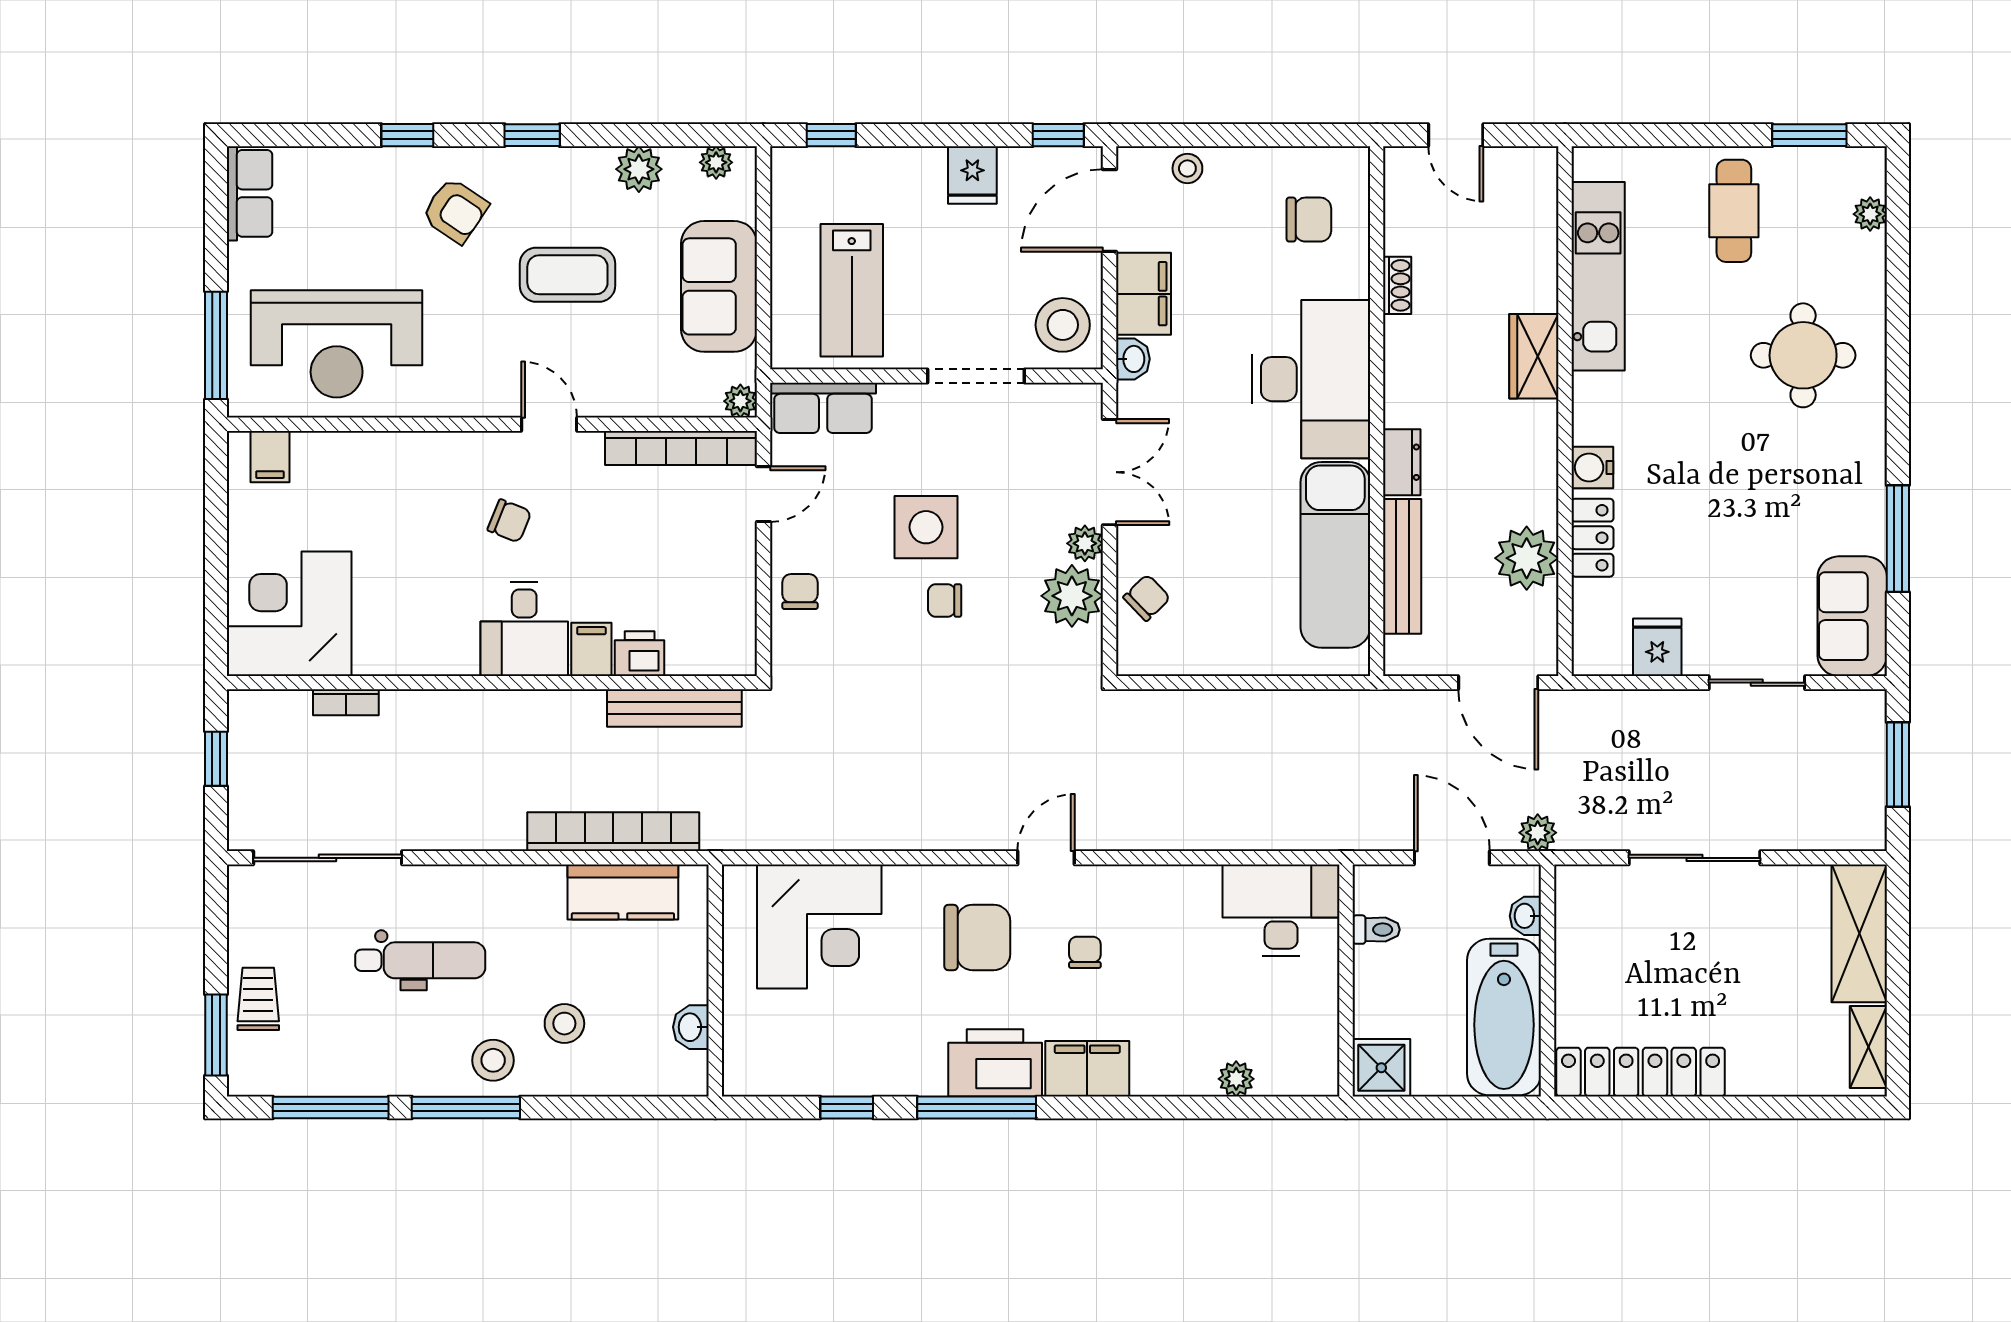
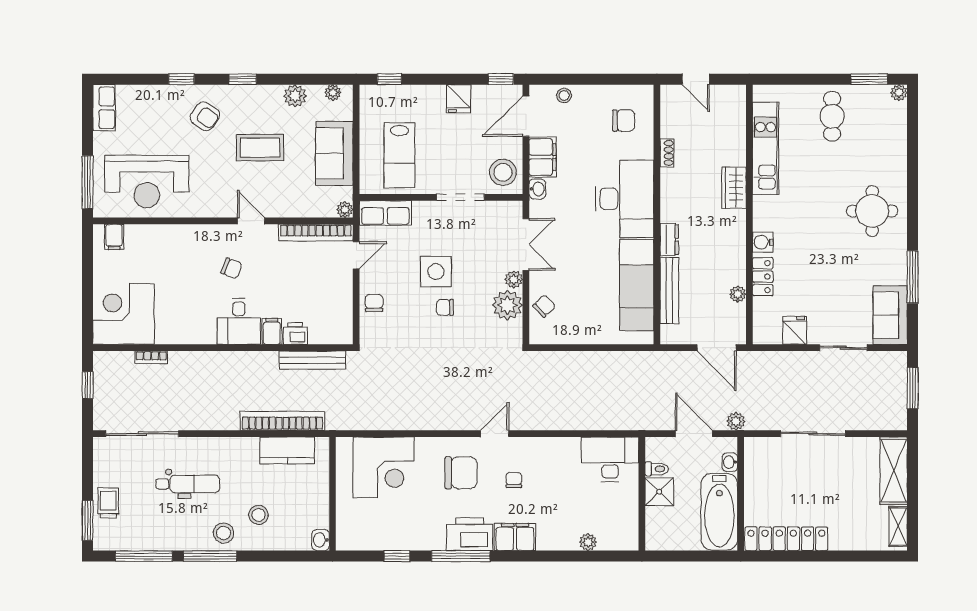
plant: (1870, 214) -> (899, 93), moved
round table: (1803, 355) -> (872, 211), moved
plant: (1527, 558) -> (738, 294), width x0.53, depth x0.53
washbasin: (691, 1027) -> (321, 540), moved
shower: (1381, 1068) -> (659, 492), moved

